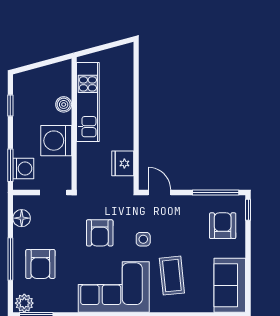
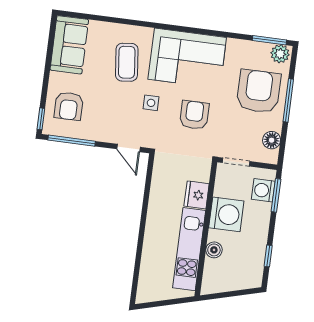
fridge: (123, 163) -> (197, 195), moved, turned 180
armchair: (40, 264) -> (259, 91), width x1.36, depth x1.36

